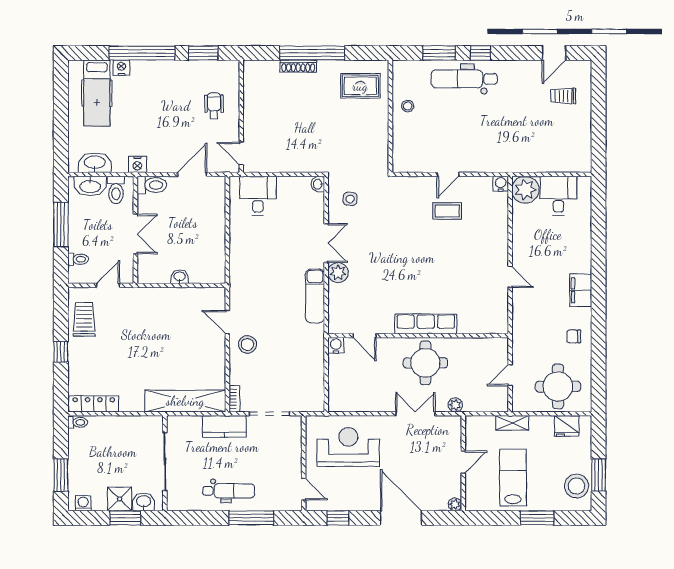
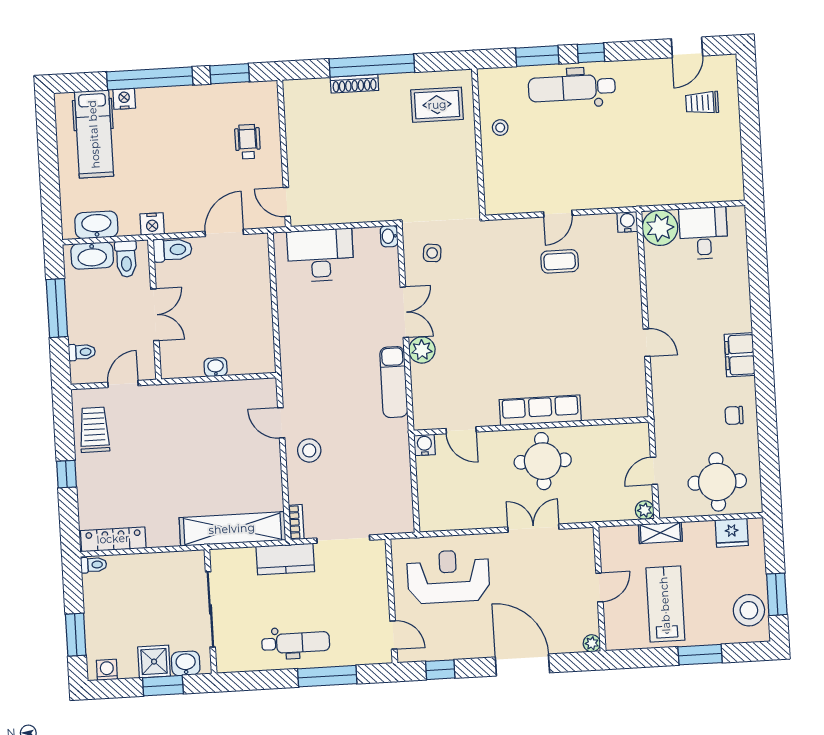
desk: (258, 196) -> (320, 255), width x1.37
plant: (455, 405) -> (645, 510), moved

